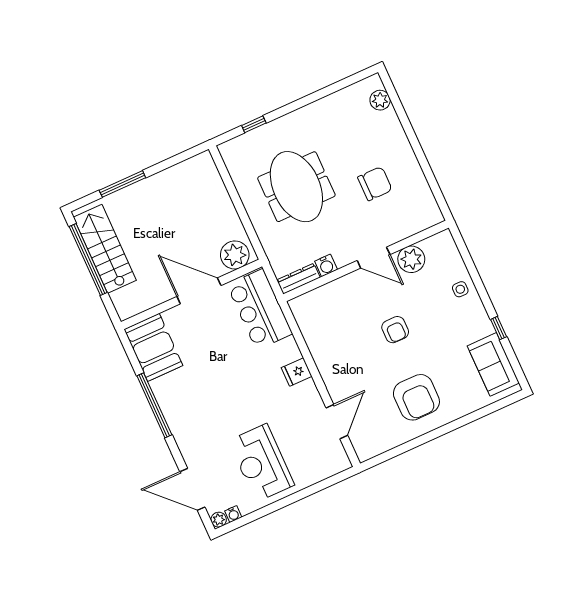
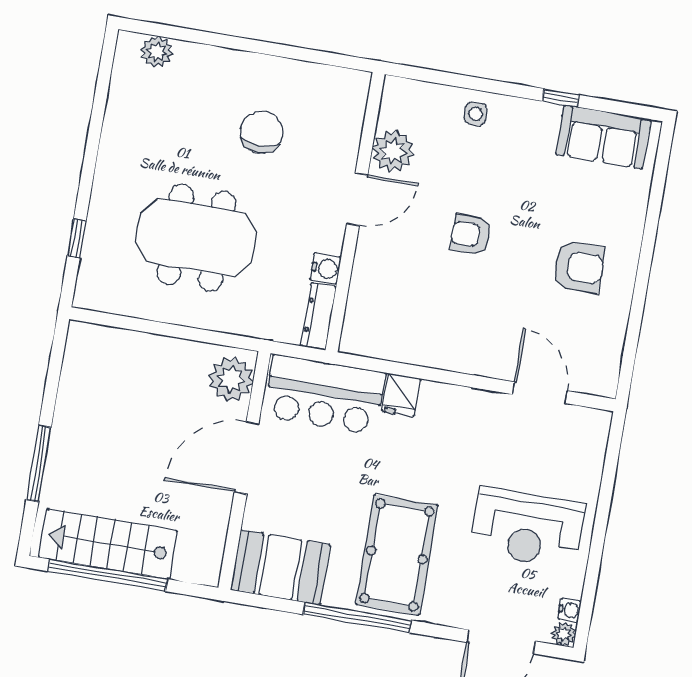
armchair: (395, 330) -> (471, 235), turned 180
fridge: (297, 372) -> (401, 395), moved
armchair: (416, 397) -> (578, 267), width x0.73, depth x0.73
pool table: (201, 404) -> (397, 555), added

